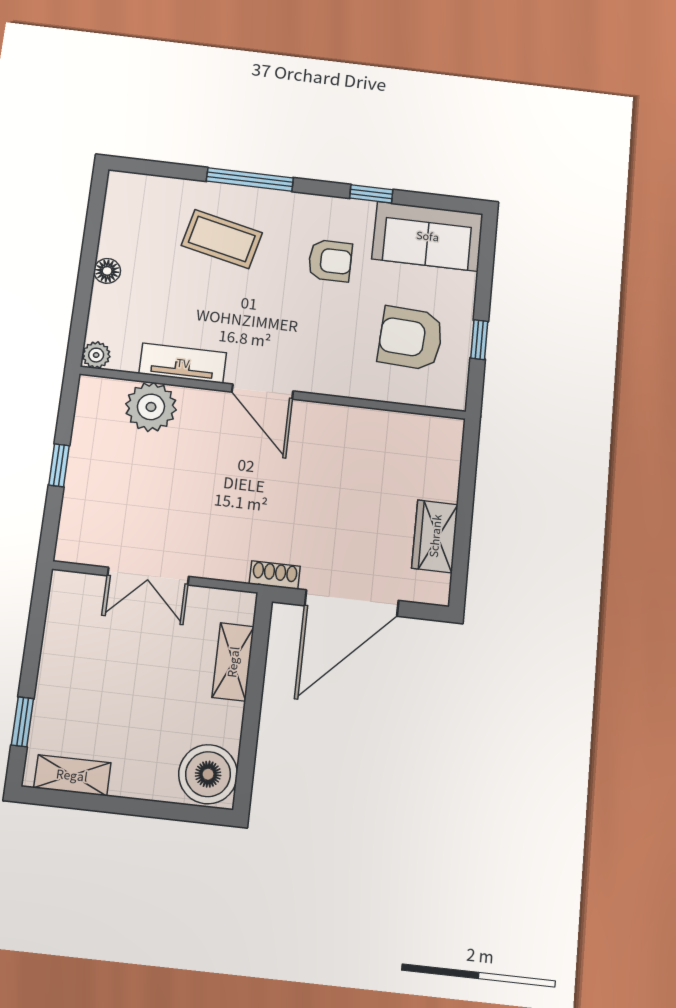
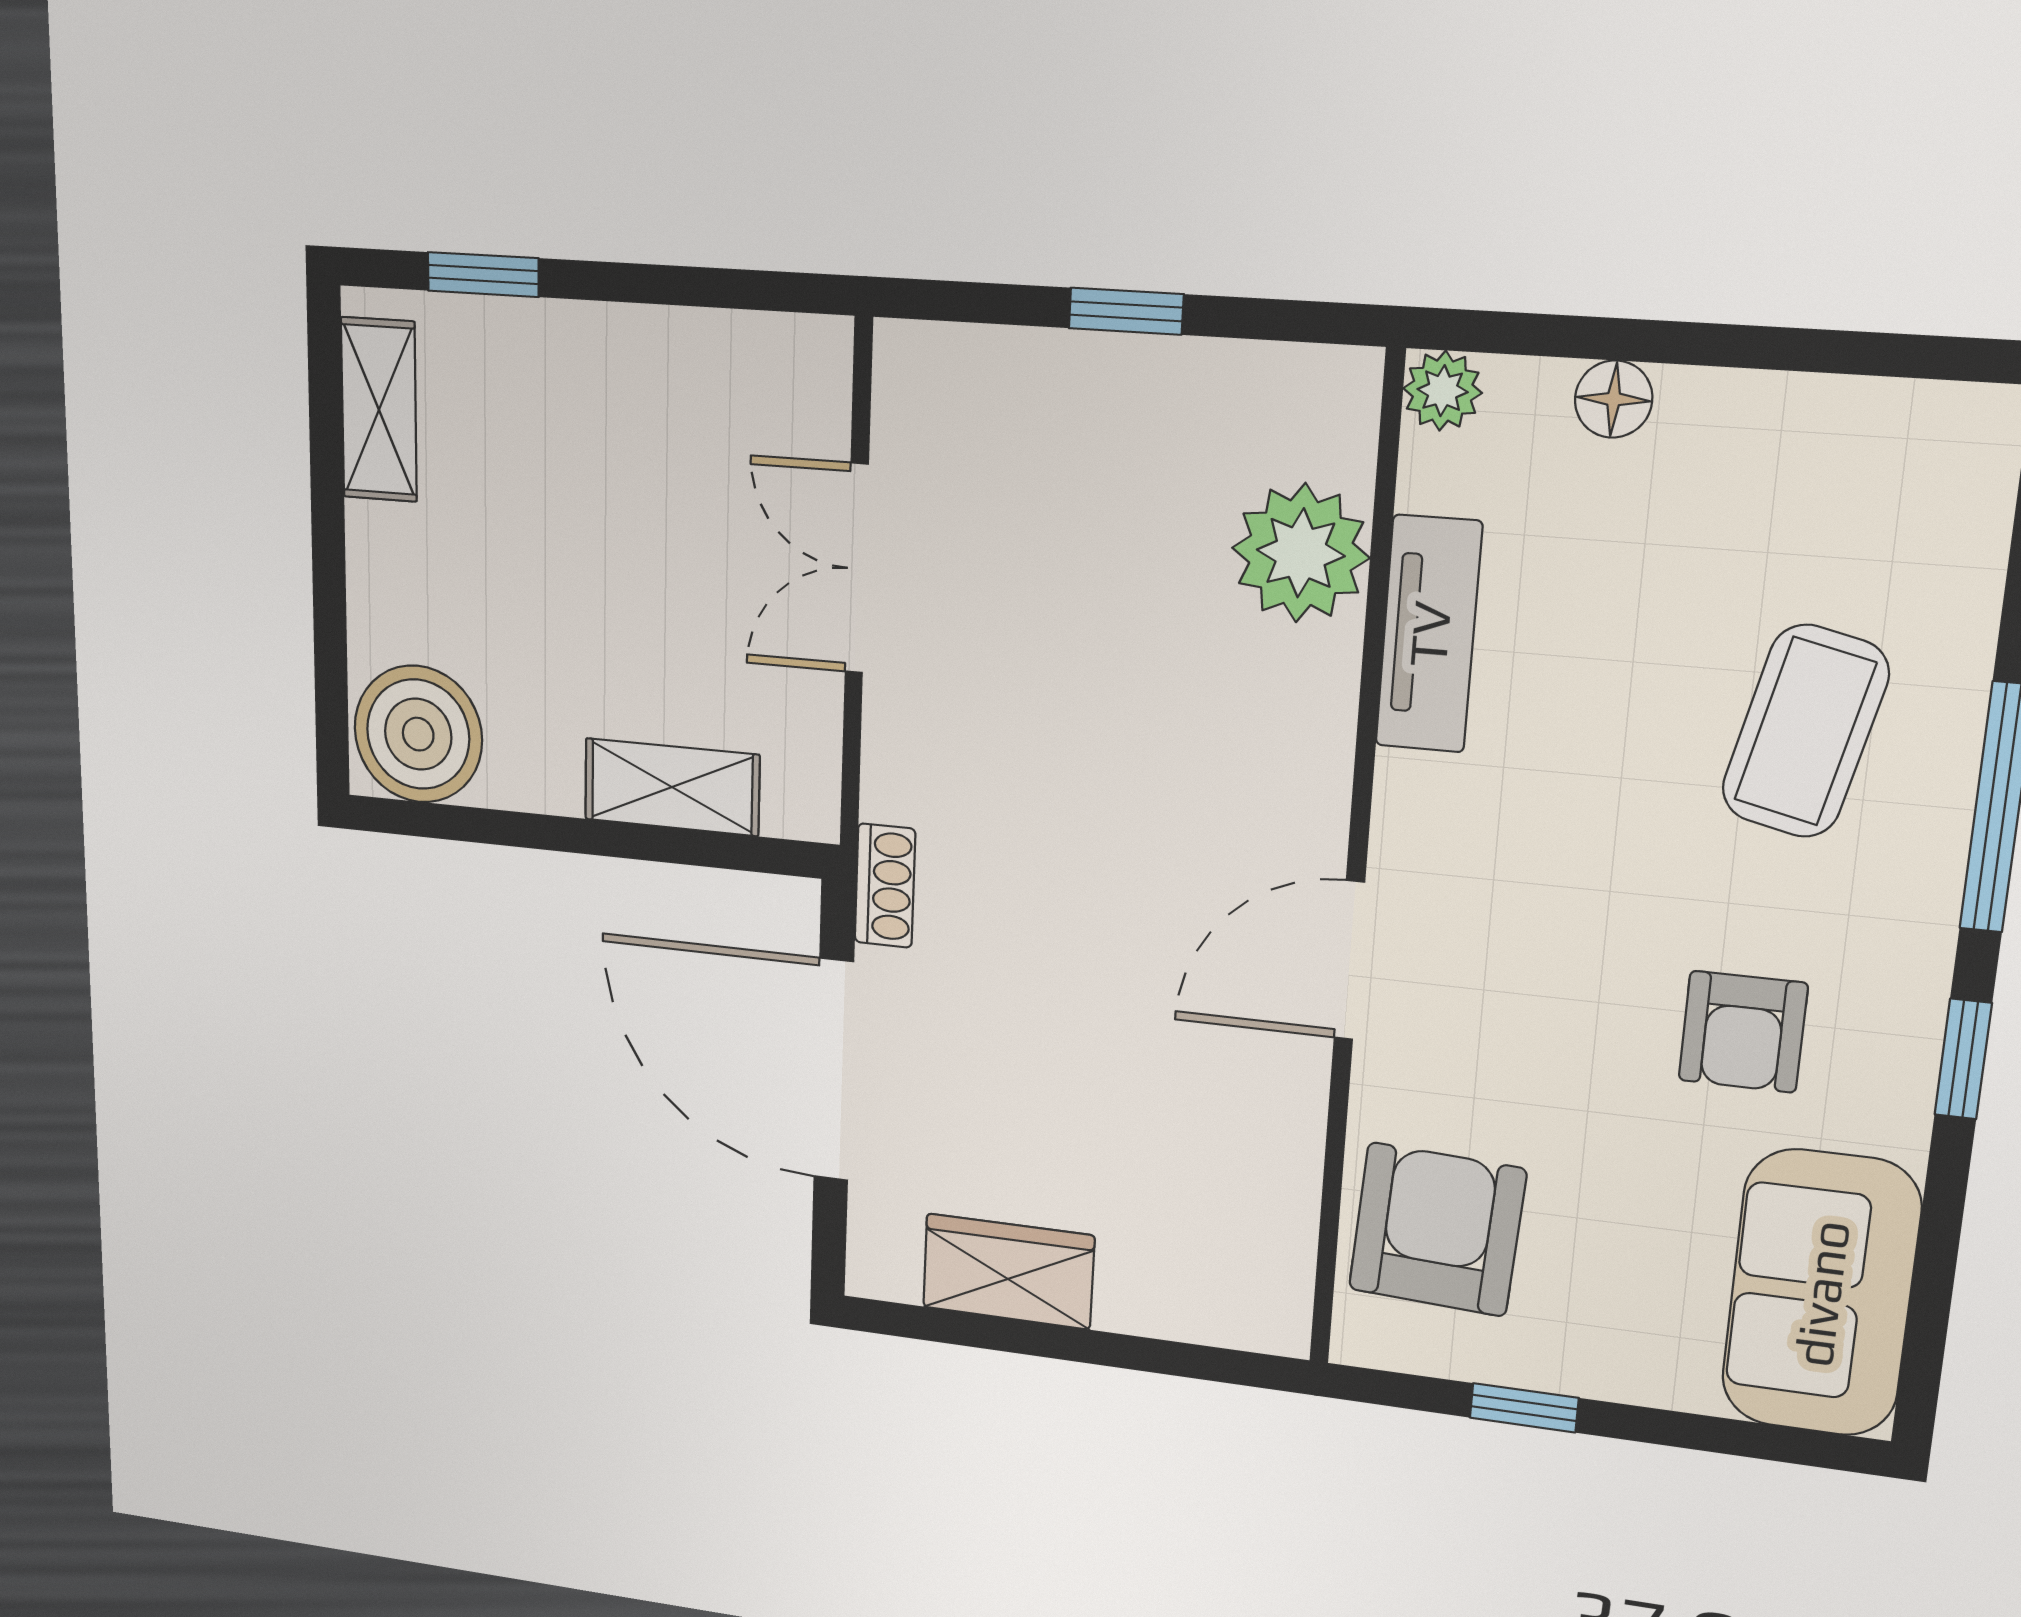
window: (371, 194) -> (1963, 1059), moved
floor lamp: (107, 271) -> (1614, 399), moved
armchair: (411, 338) -> (1437, 1230), moved
door: (262, 392) -> (1349, 960), moved

